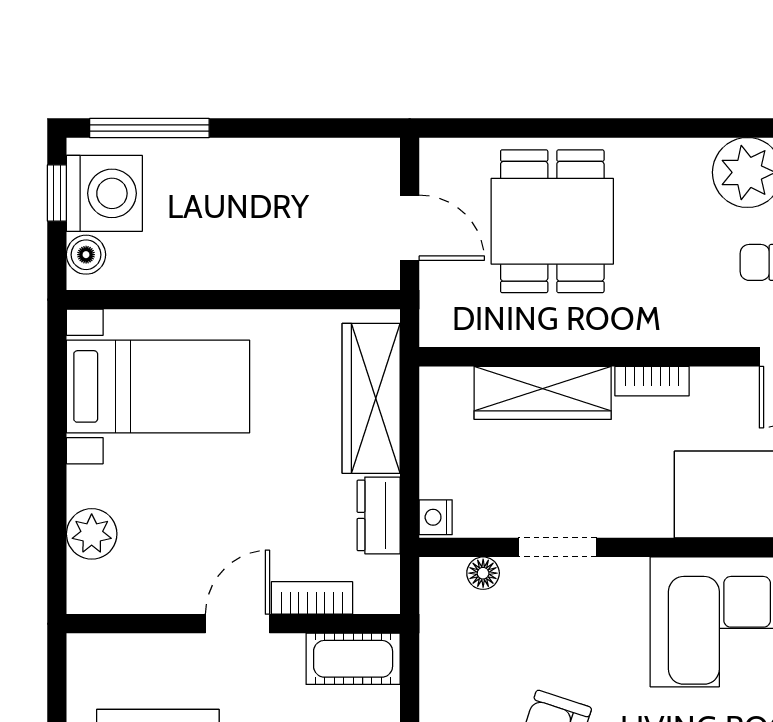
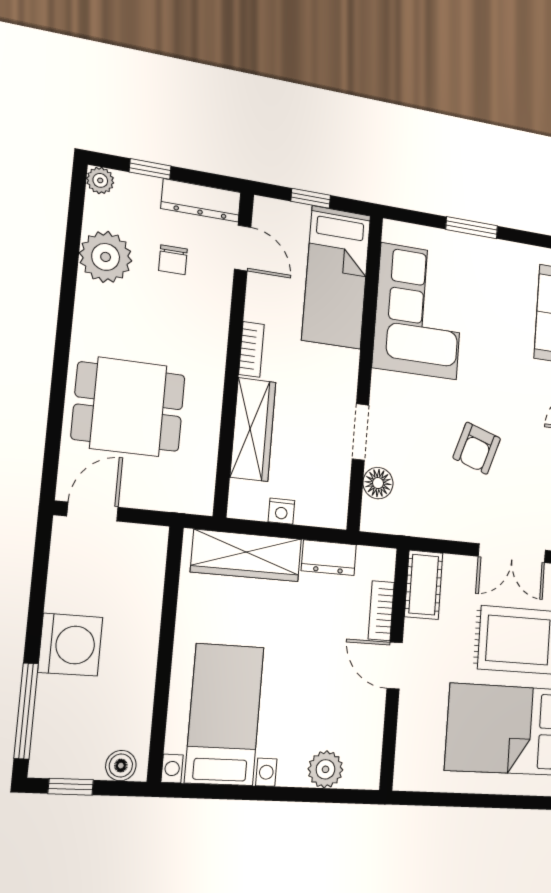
washing machine: (104, 193) -> (70, 645), moved, turned 90
door: (410, 228) -> (93, 512), moved
nightstand: (436, 517) -> (281, 511), moved
floor lamp: (483, 573) -> (378, 483), width x1.37, depth x1.37

